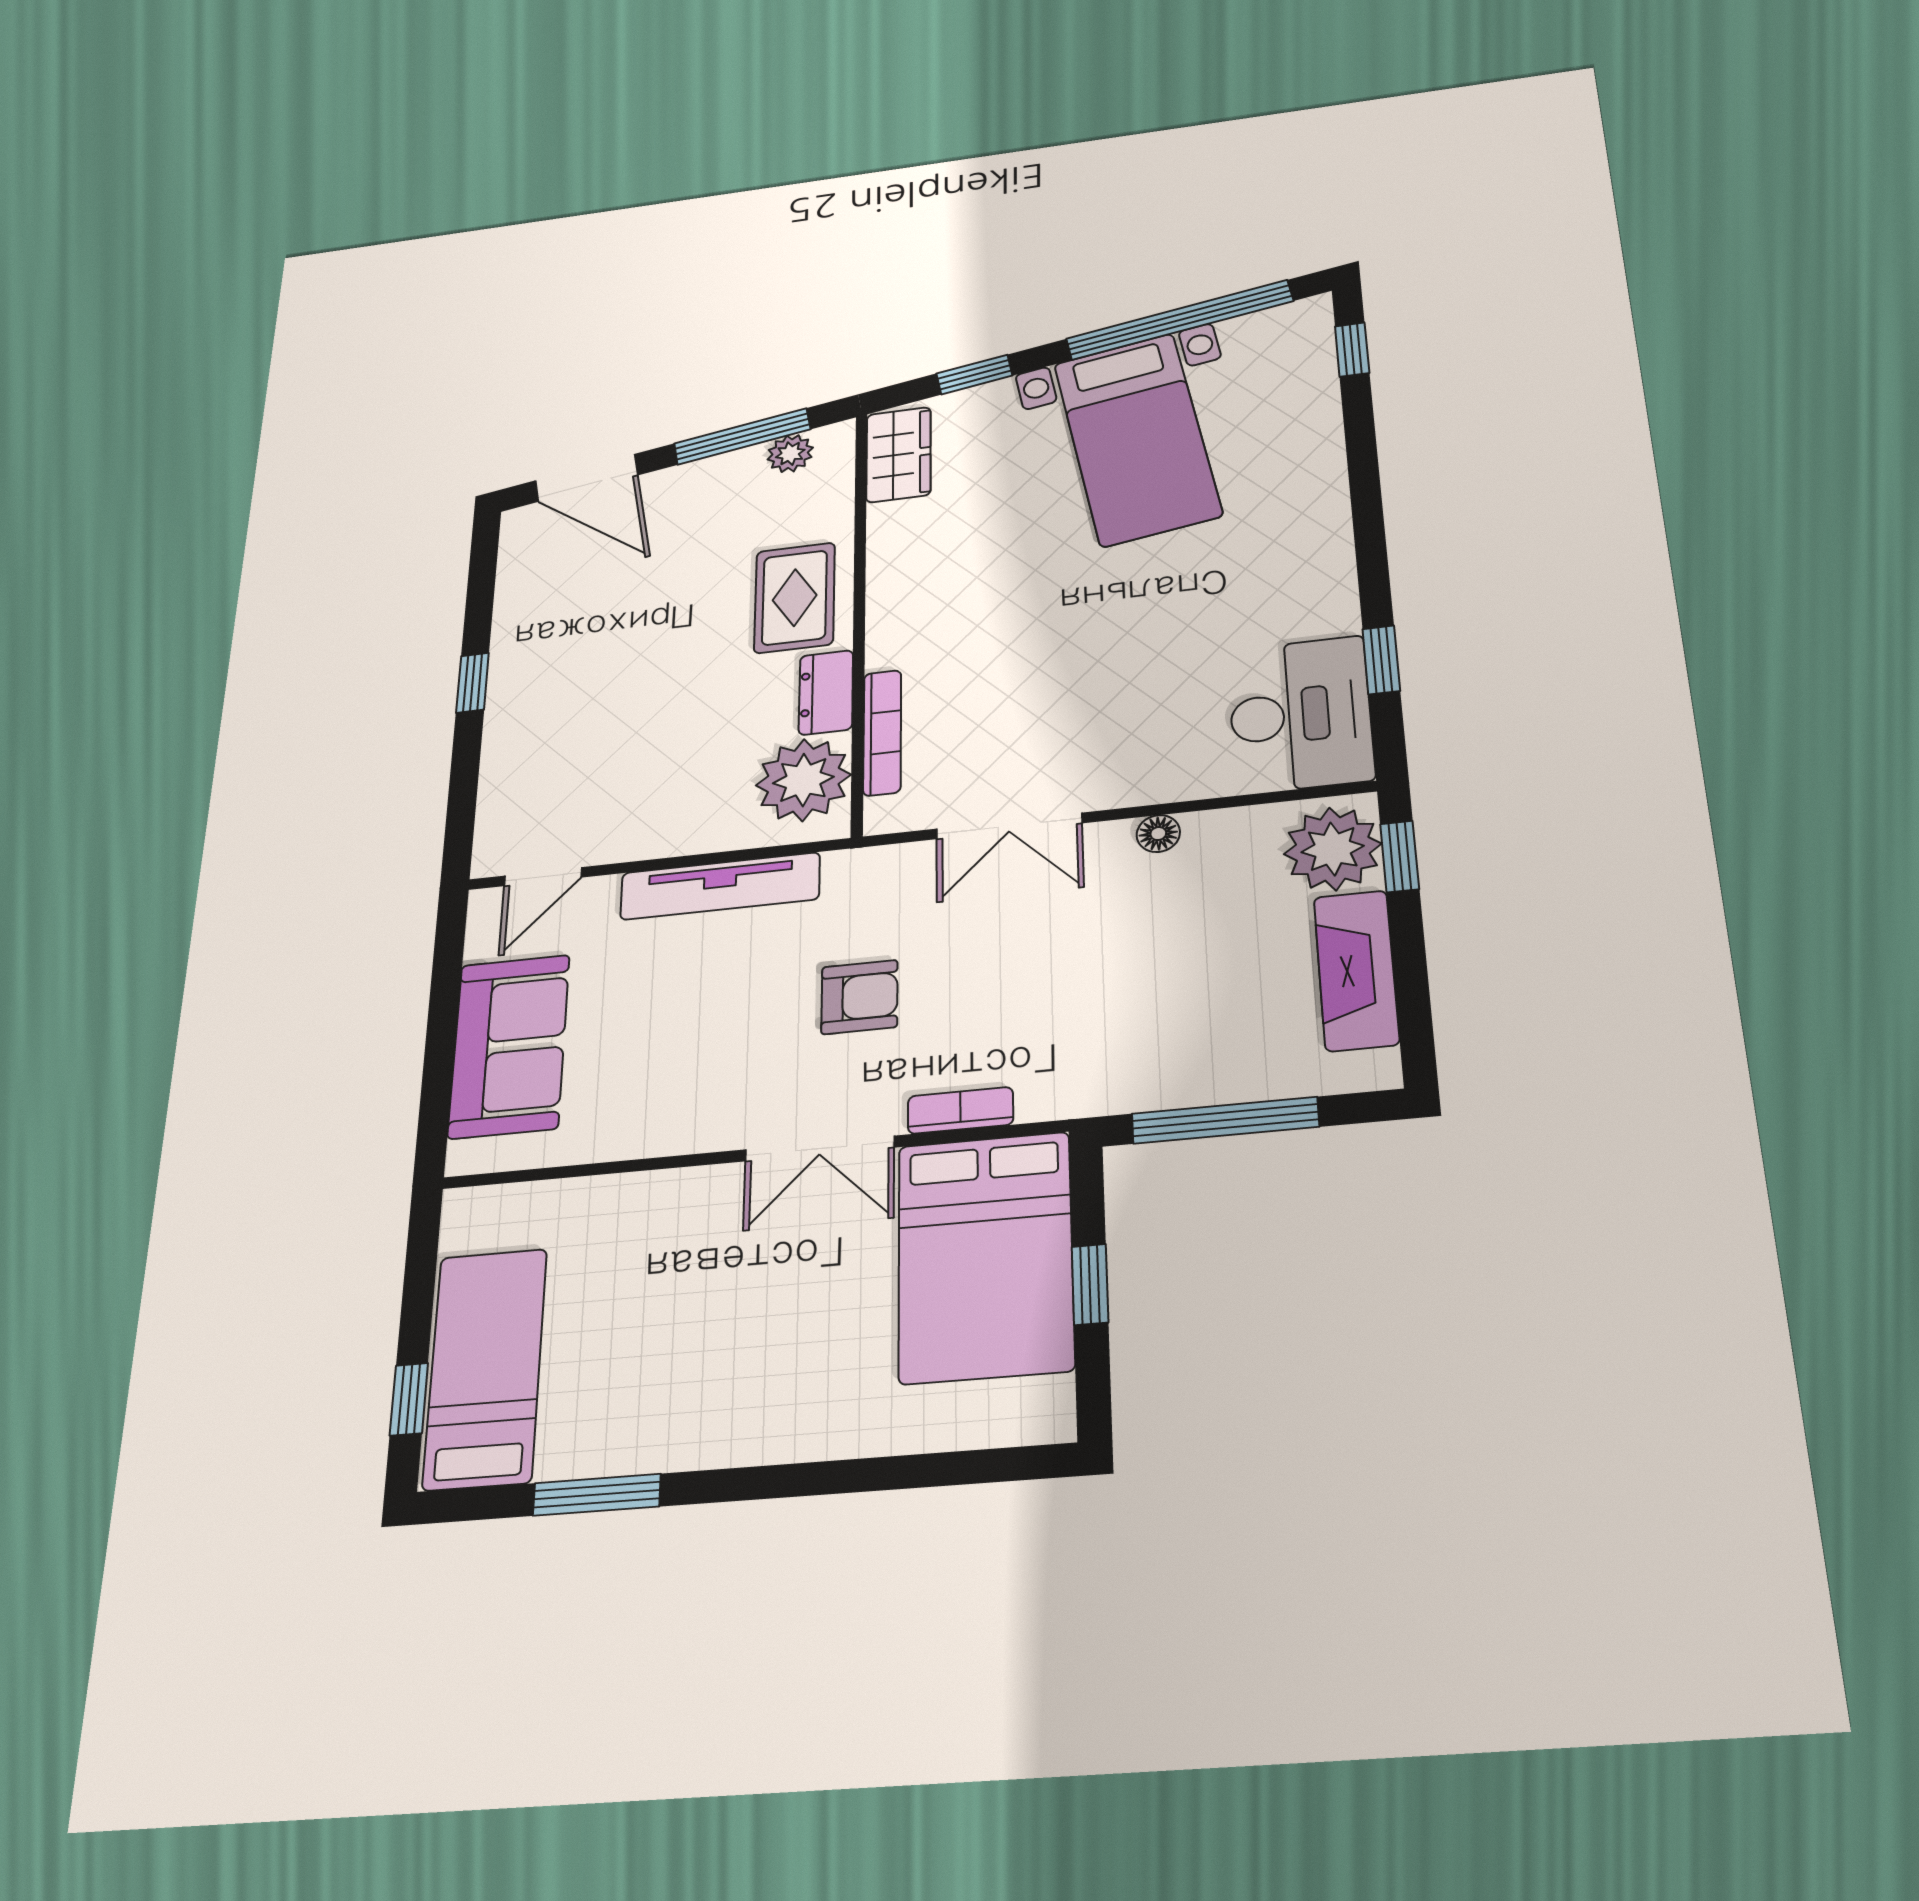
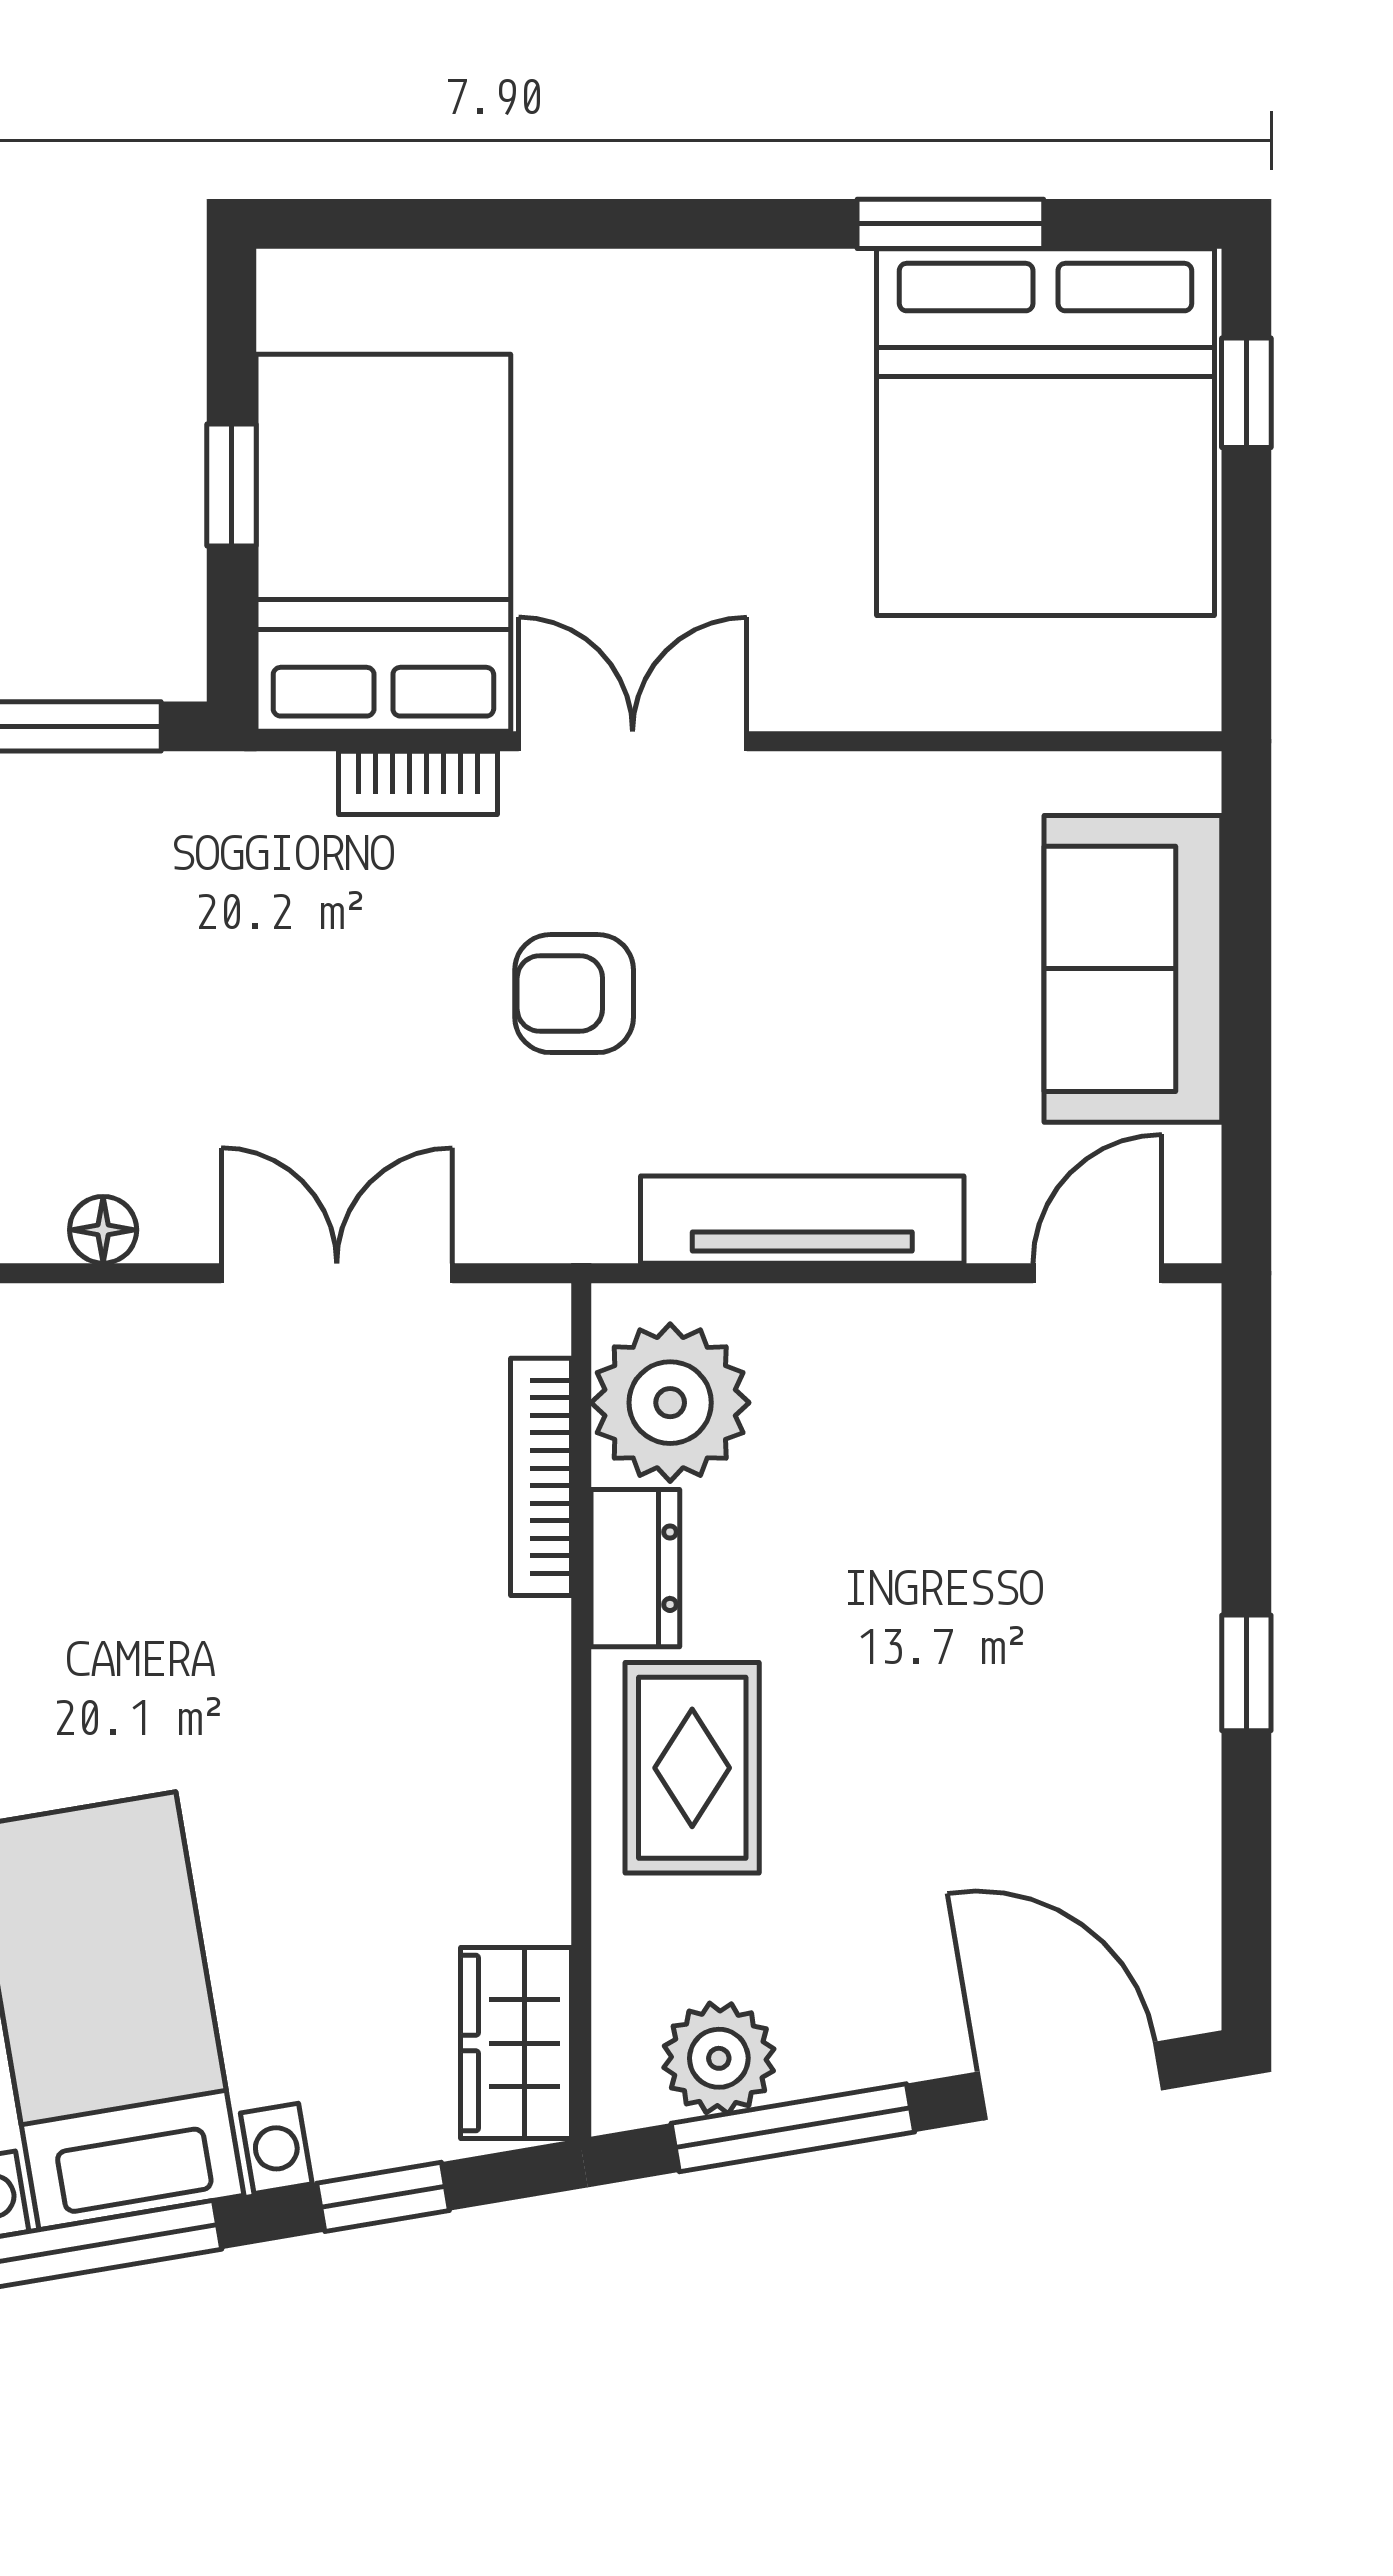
plant: (790, 454) -> (719, 2058), width x1.38, depth x1.38
bed: (485, 1368) -> (1046, 432), width x2.04

